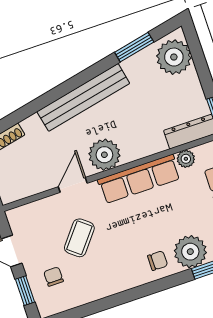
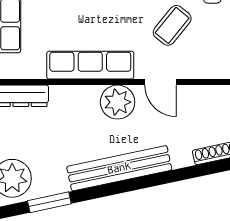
plant: (186, 159) -> (35, 70), removed
door: (73, 185) -> (160, 82), hinge flipped

